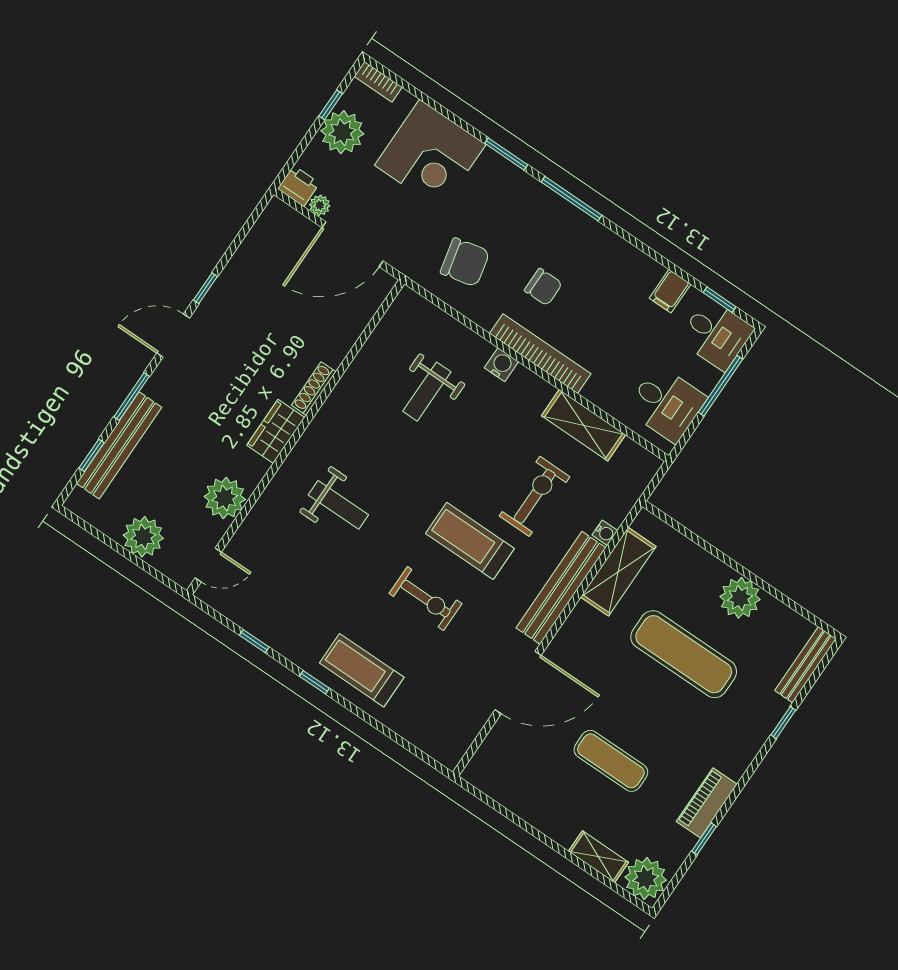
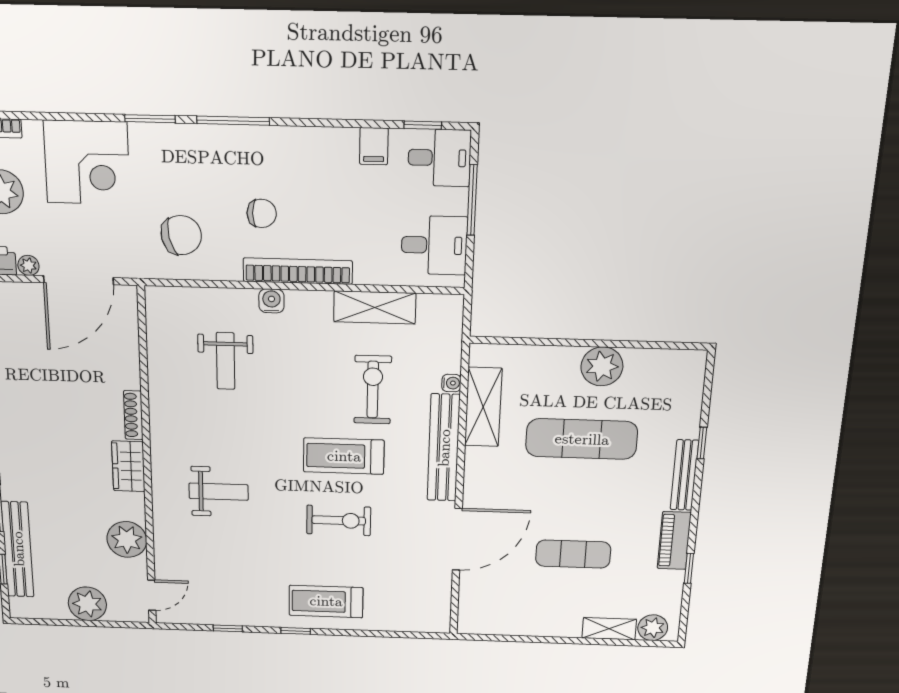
bench: (806, 665) -> (684, 475), moved
plant: (646, 878) -> (653, 628), width x0.73, depth x0.73

